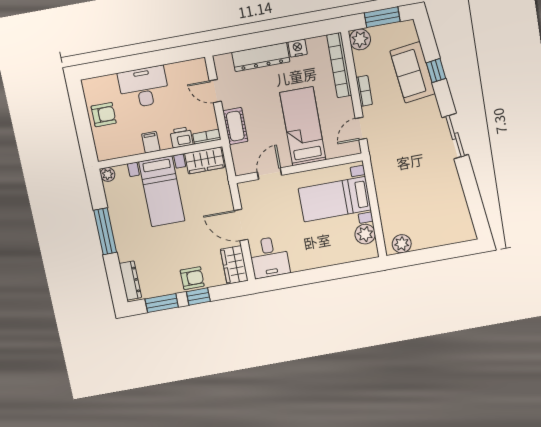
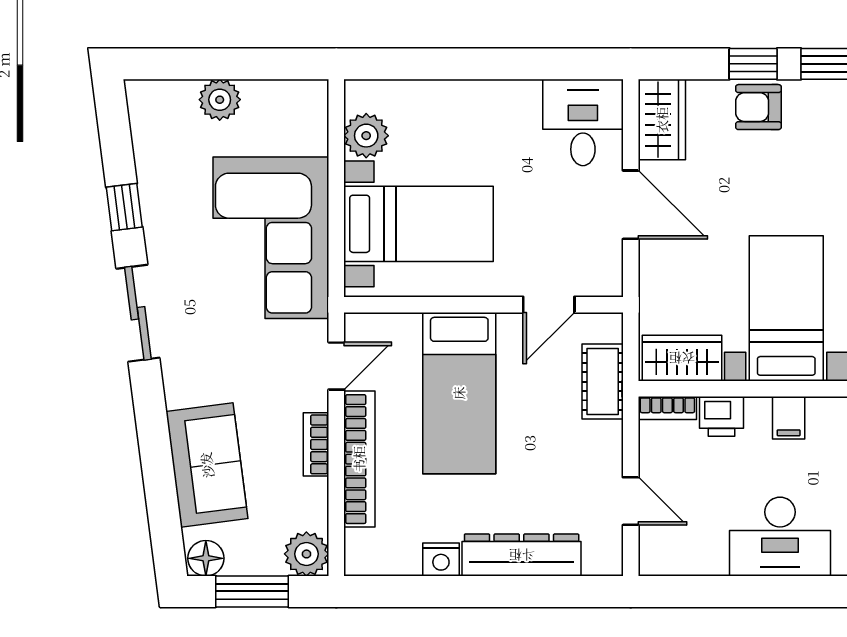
floor lamp: (406, 29) -> (206, 558), added
bookcase: (339, 65) -> (359, 459), moved
window: (436, 71) -> (124, 207), moved
cot: (235, 126) -> (603, 382), moved
corner sofa: (400, 181) -> (271, 238), added
plant: (402, 244) -> (220, 100), moved

